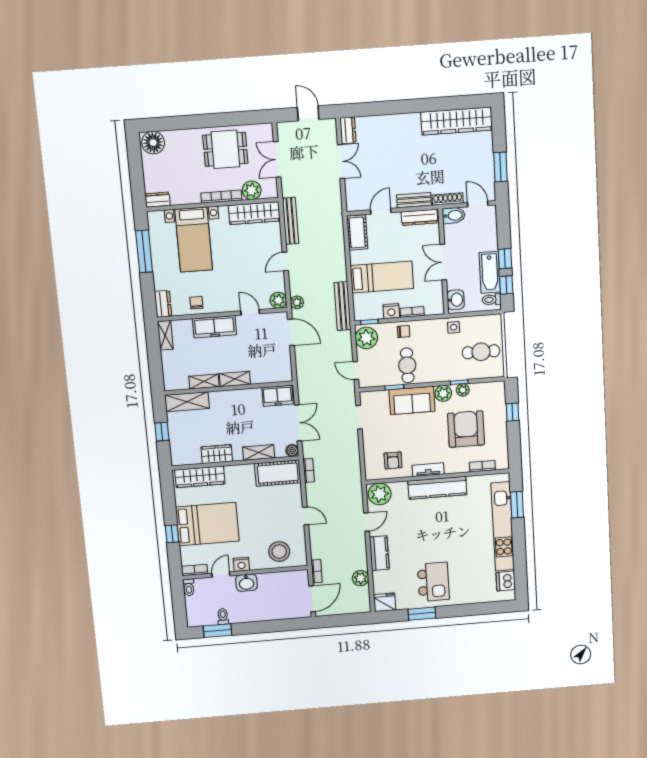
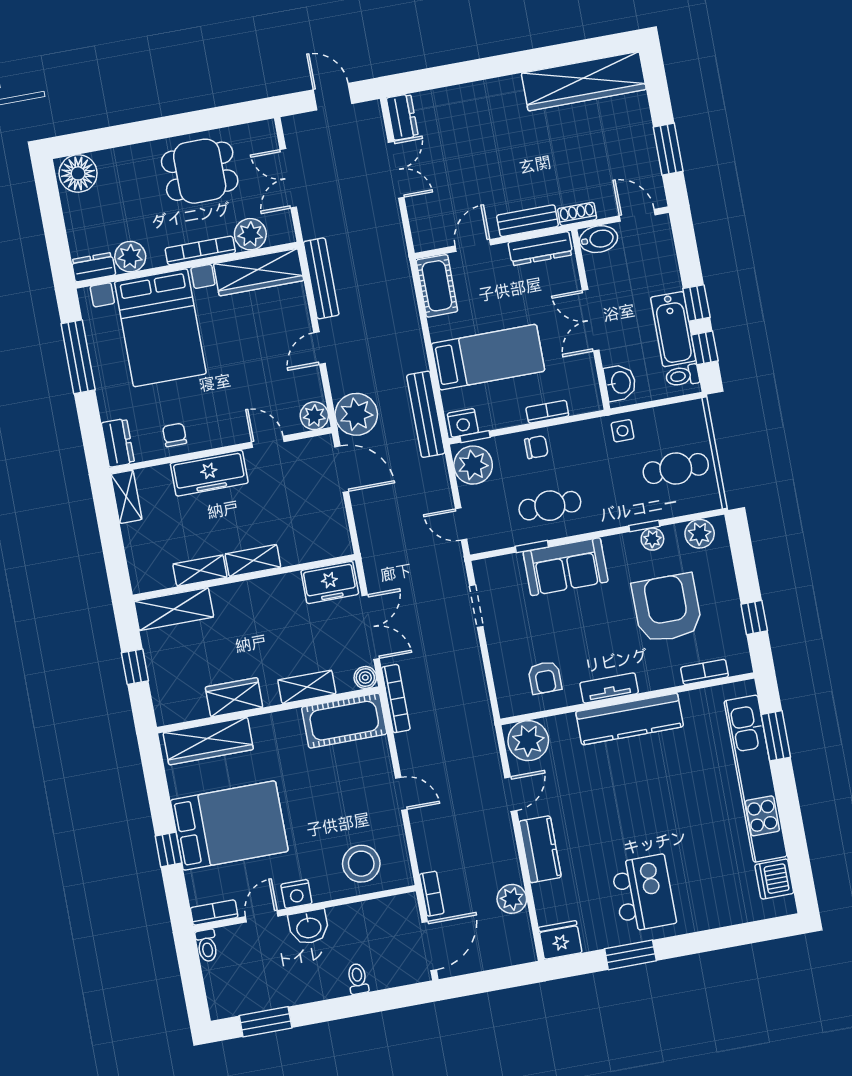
plant: (180, 196) -> (130, 257), added
shoe rack: (448, 199) -> (577, 214), width x0.70
bed with nightstands: (194, 240) -> (160, 328), width x1.36
plant: (297, 302) -> (356, 414), width x1.88, depth x1.88
nightstand: (391, 311) -> (463, 423), moved
cafe table: (407, 365) -> (550, 506), turned 90
plant: (443, 393) -> (700, 534), moved
window: (512, 412) -> (754, 618), moved
bookcase: (309, 470) -> (396, 699), width x1.56
toilet: (223, 617) -> (358, 979), moved

